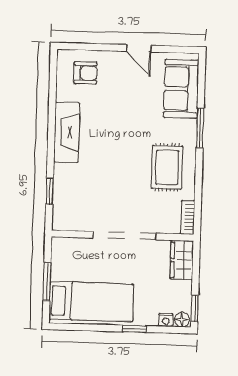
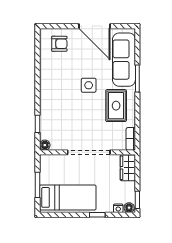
door: (139, 48) -> (95, 26), width x1.87
sofa: (181, 89) -> (124, 60), width x1.36
fireplace: (67, 132) -> (48, 84), removed
side table: (127, 136) -> (89, 85), added
floor lamp: (59, 223) -> (45, 145), added

